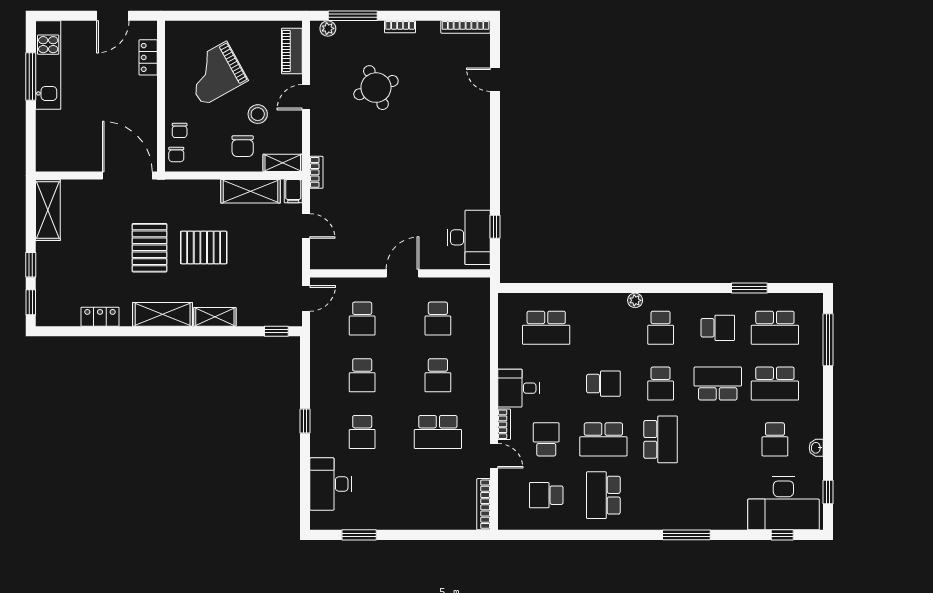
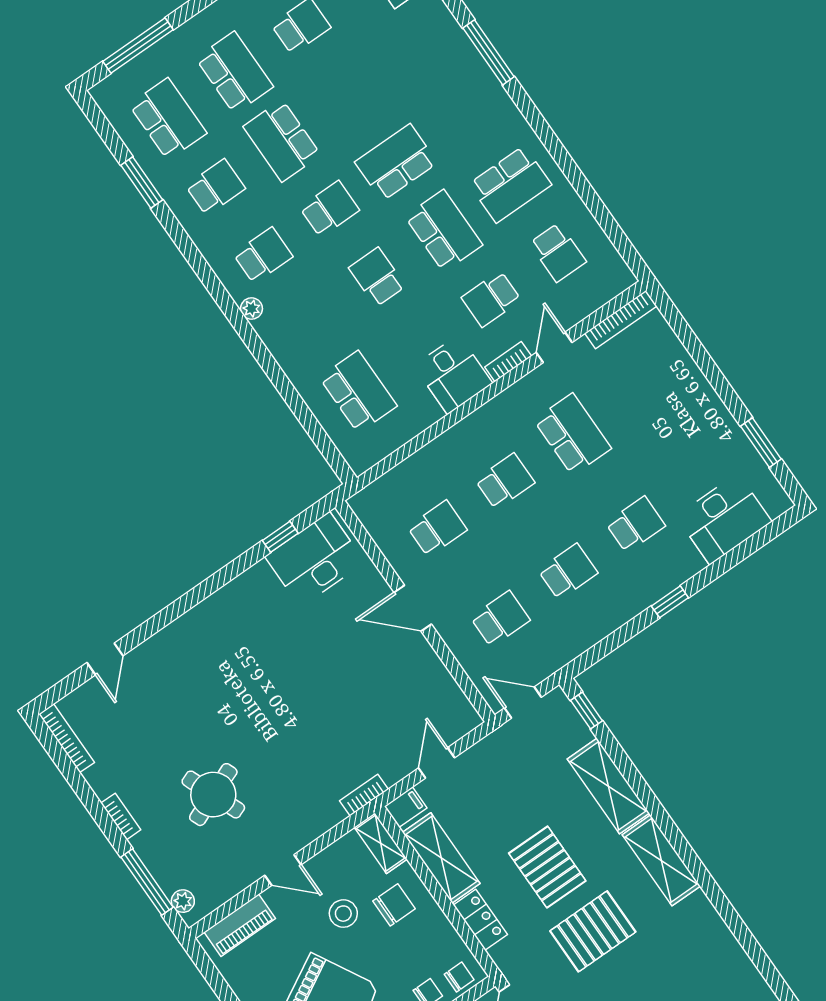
locker: (100, 317) -> (480, 920), moved, turned 180
shelving: (215, 317) -> (608, 786), width x1.50, depth x1.33
school desk: (718, 328) -> (215, 187), turned 90

